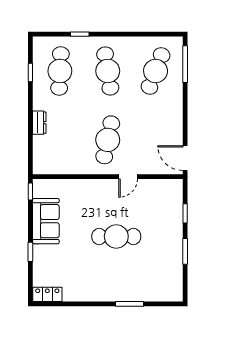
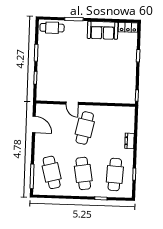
cafe table: (156, 71) -> (52, 172), turned -36
door: (185, 158) -> (34, 124), moved
door: (128, 177) -> (72, 103), swing flipped
sofa: (46, 221) -> (103, 30), moved, turned -90
cafe table: (116, 236) -> (52, 28), moved, width x0.73, depth x0.74

